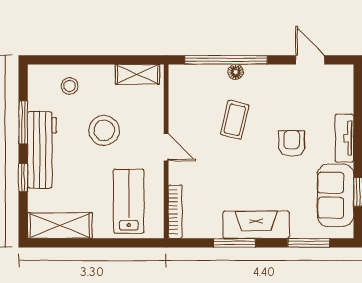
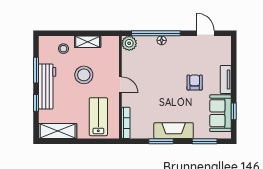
shelving: (137, 74) -> (88, 42), moved
plant: (181, 77) -> (129, 43), added
coffee table: (235, 120) -> (161, 69), removed

